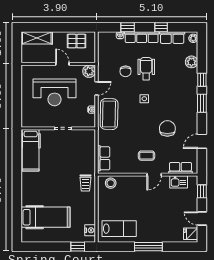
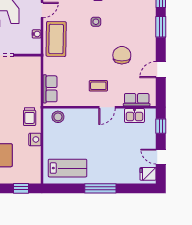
nightstand: (90, 230) -> (35, 139), moved

